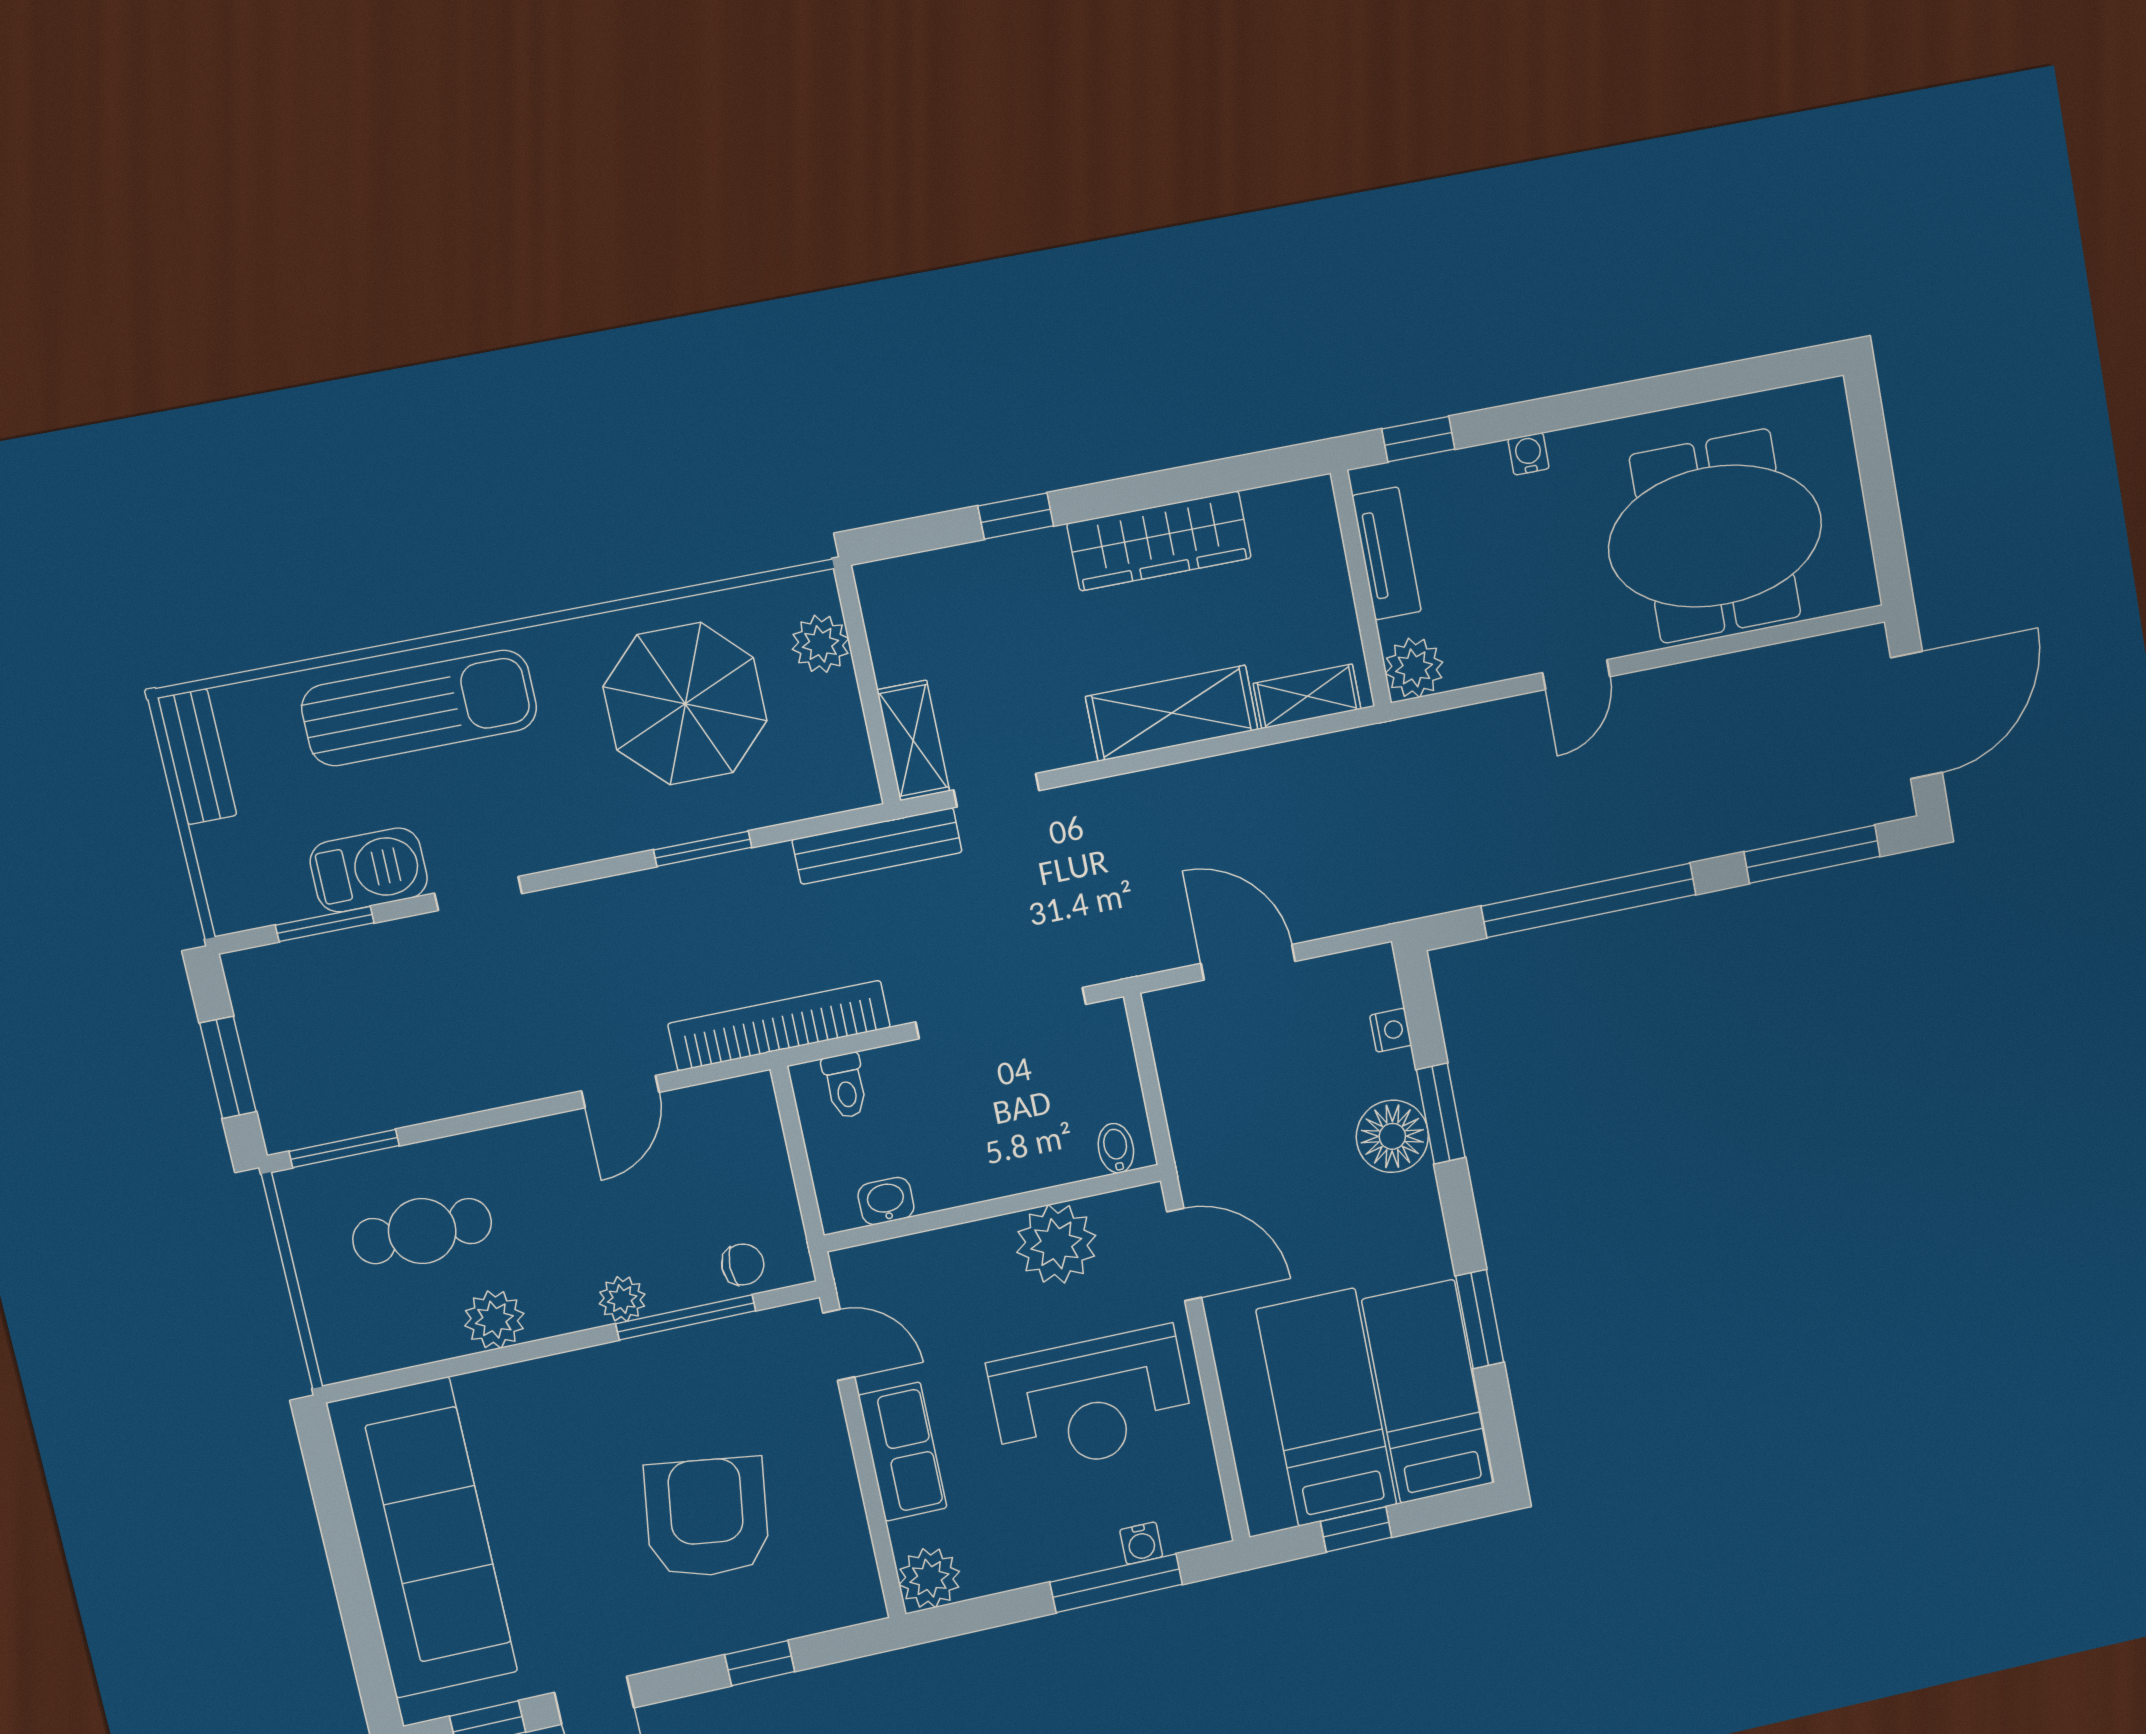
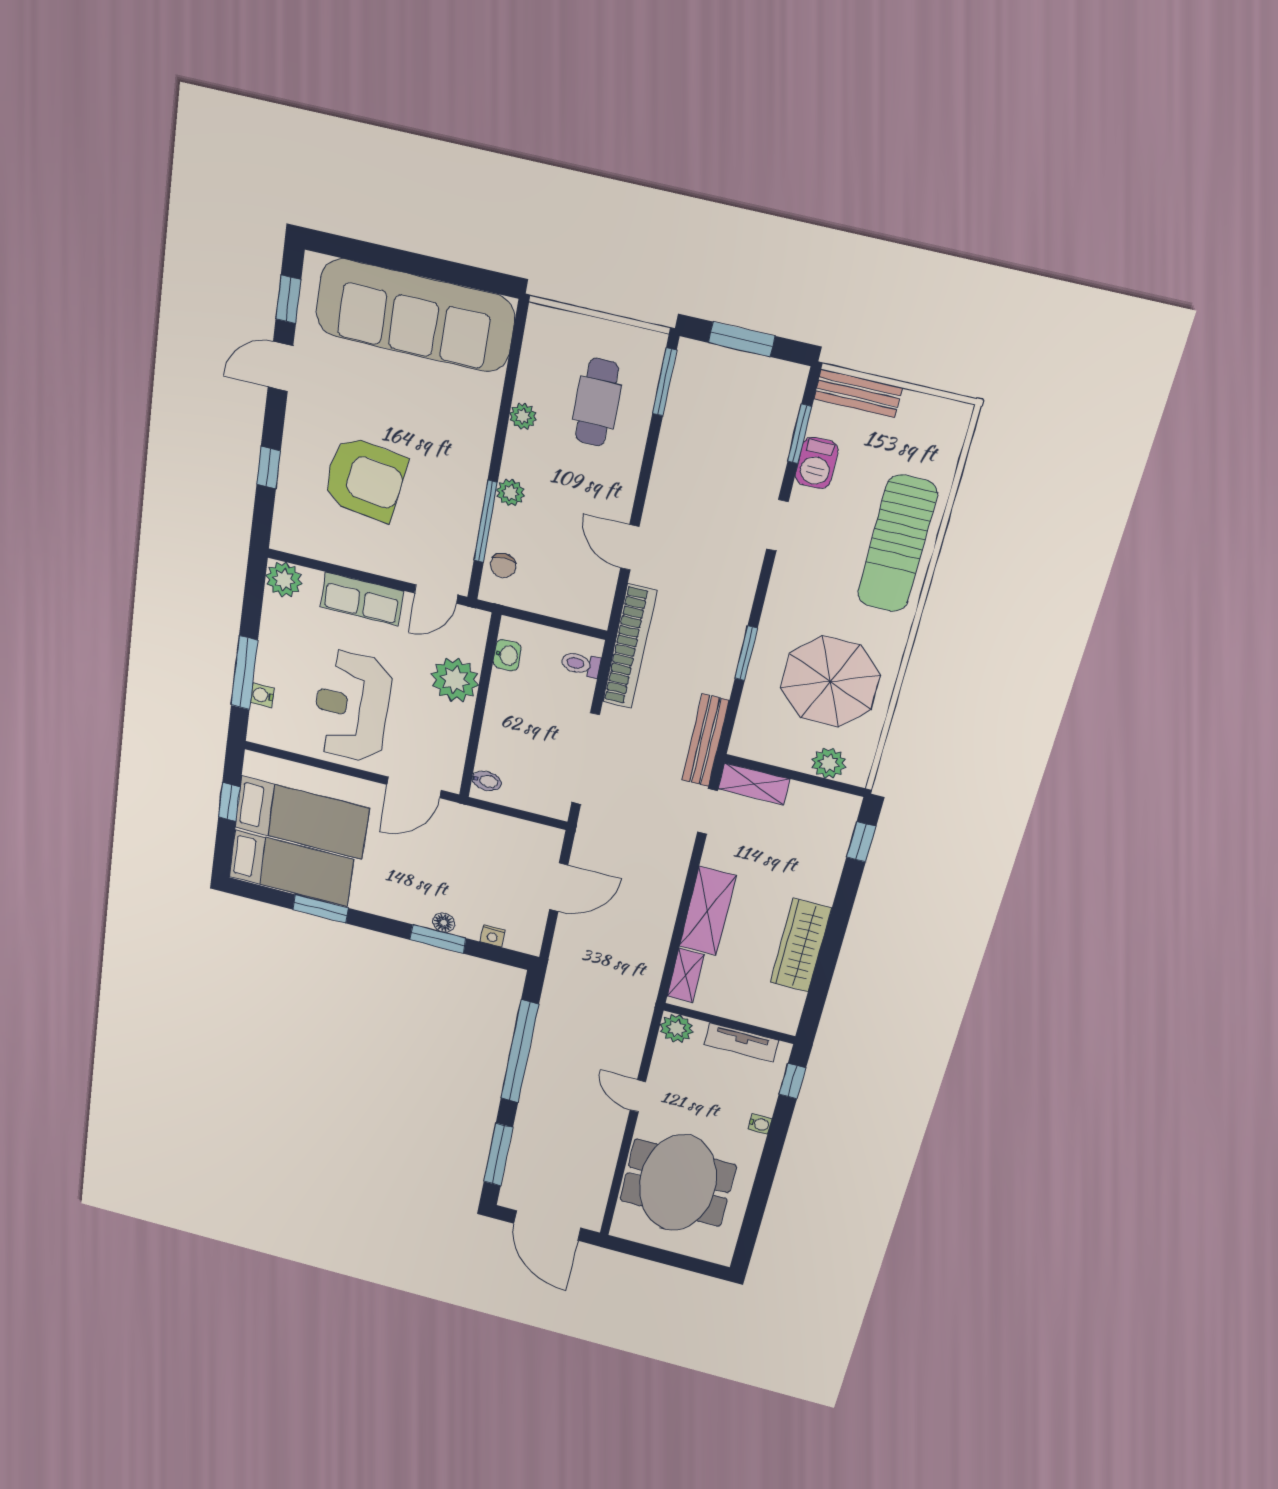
window: (1016, 516) -> (861, 842), moved
bench: (197, 757) -> (858, 393), moved
barbecue: (369, 870) -> (817, 463), width x0.73, depth x0.79
floor lamp: (1392, 1136) -> (444, 923), width x0.53, depth x0.53
plant: (1056, 1244) -> (455, 680), moved
plant: (494, 1320) -> (523, 416), width x0.73, depth x0.73

